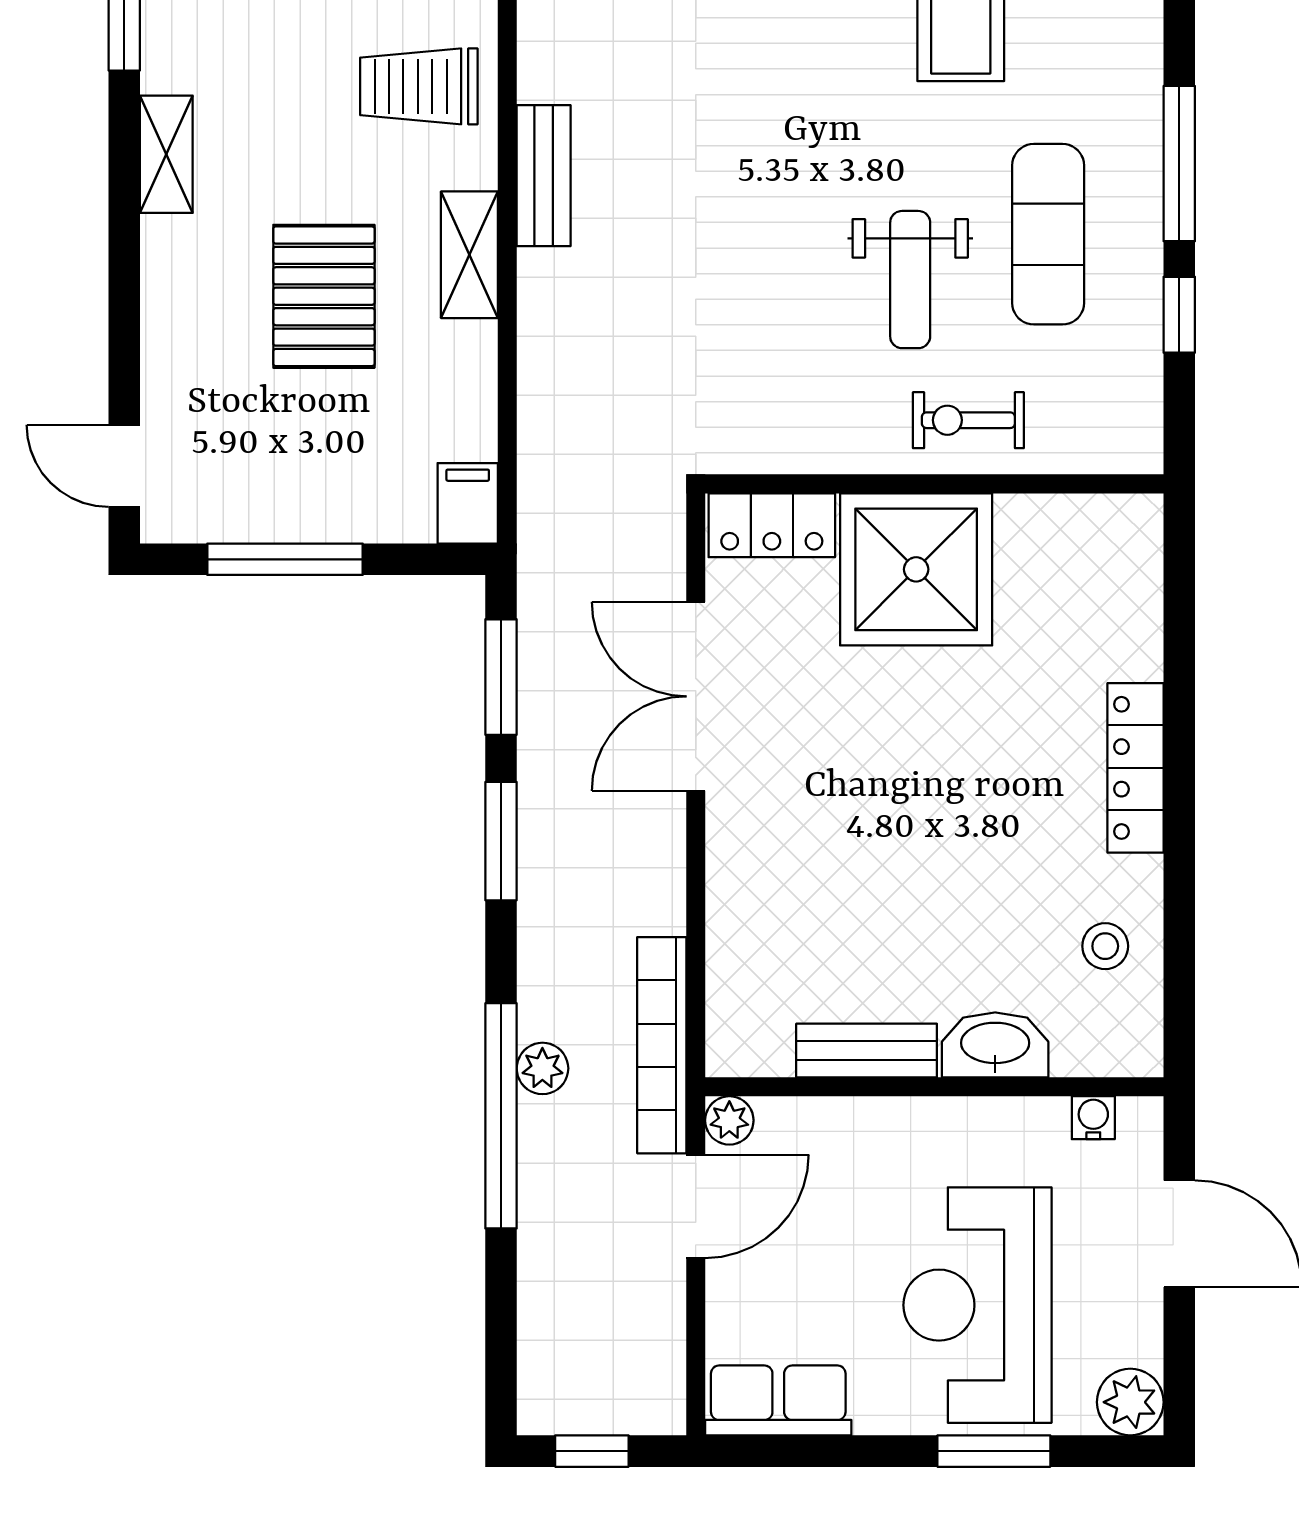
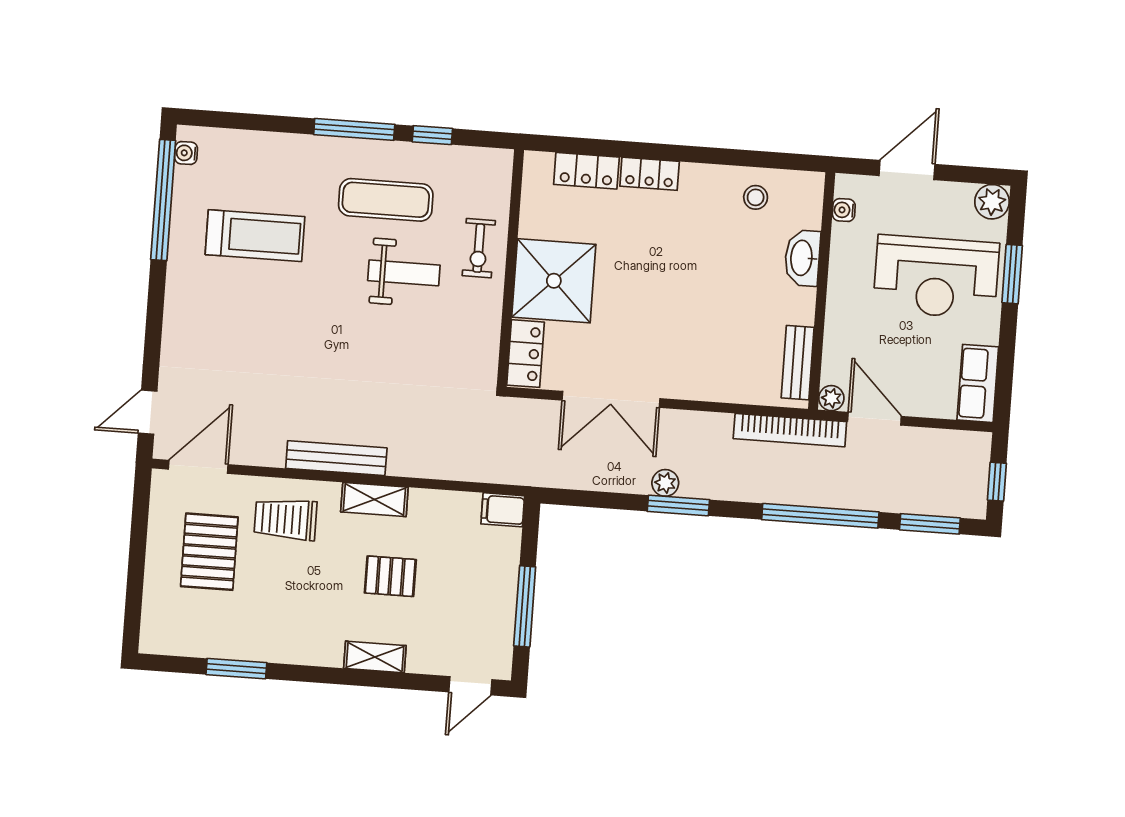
trolley: (419, 86) -> (286, 519), turned 90
shelving: (166, 154) -> (375, 657), moved
bench: (544, 176) -> (336, 458), width x1.36
pallet: (324, 296) -> (390, 576), width x0.67, depth x0.71
locker: (1133, 617) -> (586, 171), added
window: (501, 677) -> (930, 524), moved
locker: (1136, 768) -> (650, 174), width x0.66
bench: (867, 1051) -> (798, 363), moved
plant: (542, 1068) -> (665, 483), moved

